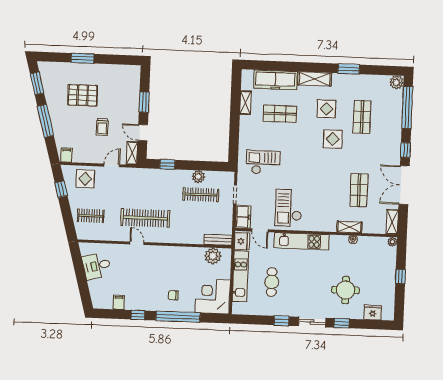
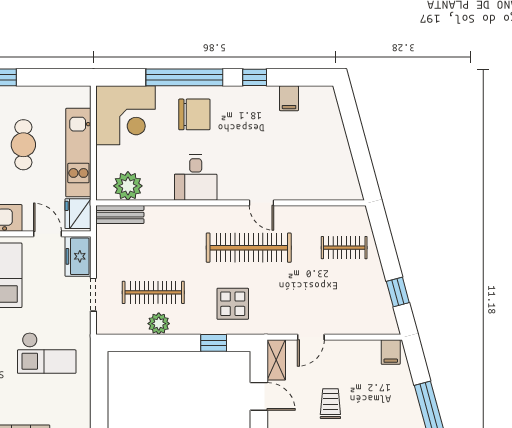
display table: (85, 179) -> (233, 304), moved
desk: (97, 266) -> (196, 178), moved, turned 105
chair: (173, 295) -> (194, 114), width x1.87, depth x1.87

